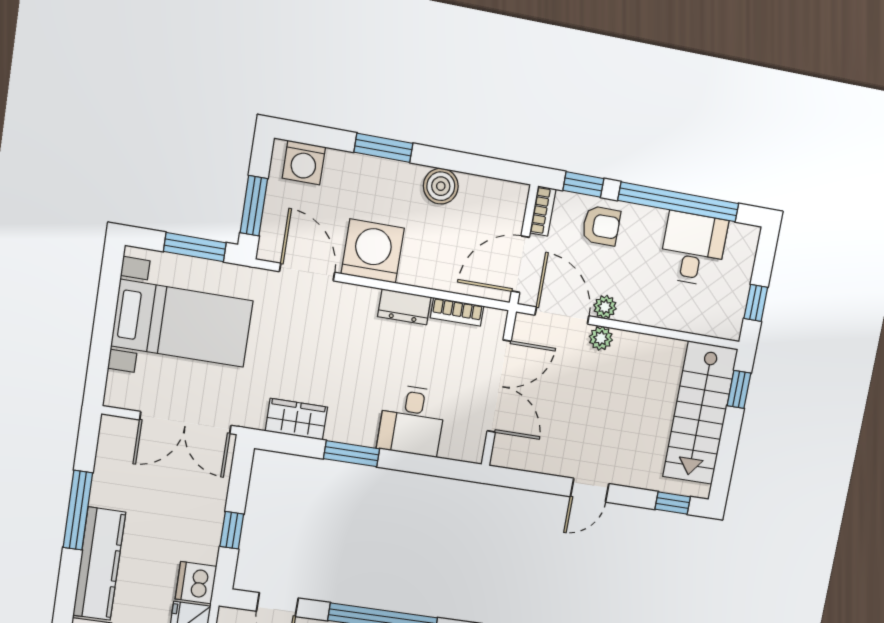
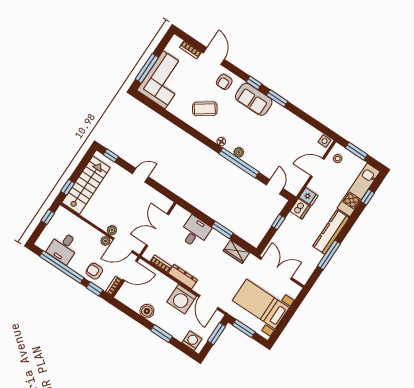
dresser: (404, 307) -> (183, 277), width x1.44
door: (562, 315) -> (123, 245), hinge flipped

